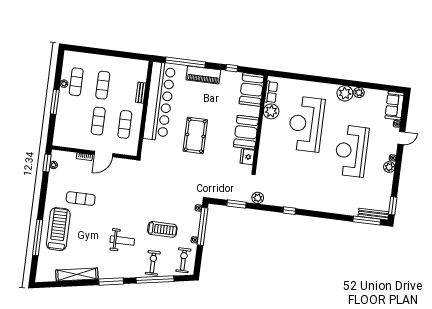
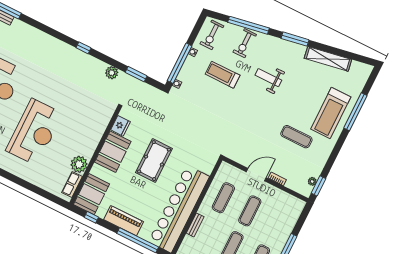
booth: (252, 90) -> (92, 194), moved
row of seats: (271, 92) -> (72, 185), moved
plant: (271, 111) -> (79, 164), moved
wall: (260, 123) -> (95, 156), moved
booth: (246, 132) -> (113, 152), moved
fridge: (247, 157) -> (120, 126), moved

